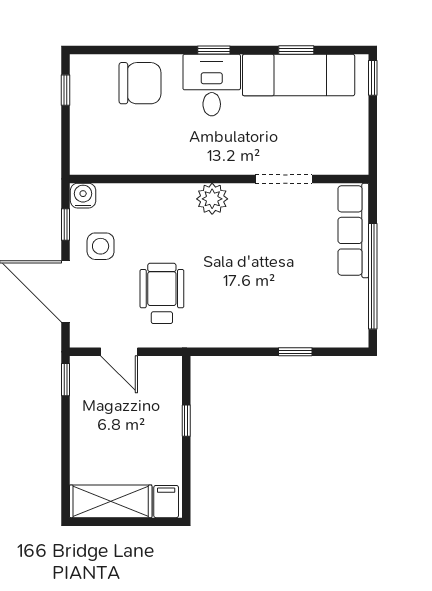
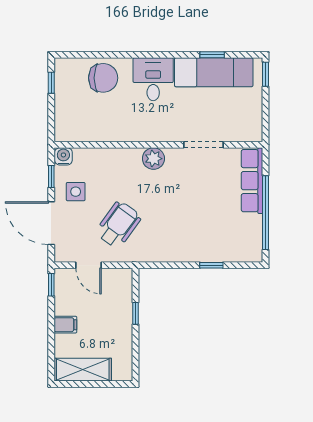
window: (214, 50) -> (155, 55), removed
wheelchair: (162, 293) -> (118, 225), turned 36
filing cabinet: (166, 502) -> (65, 325), moved, turned 90

